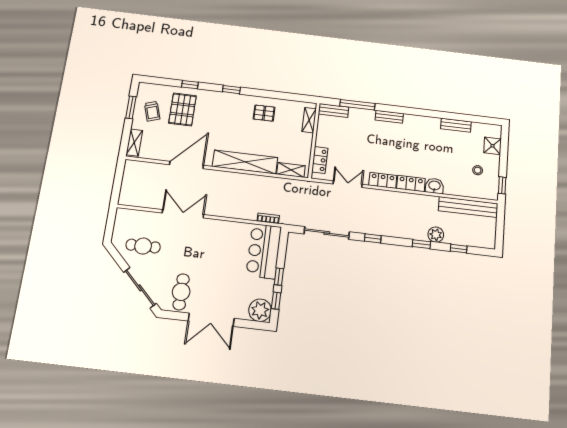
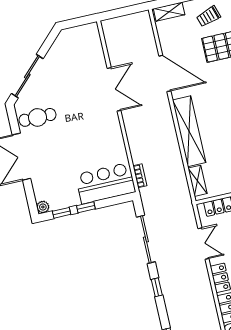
cafe table: (143, 246) -> (68, 63), removed
plant: (260, 310) -> (43, 207), width x0.53, depth x0.53

